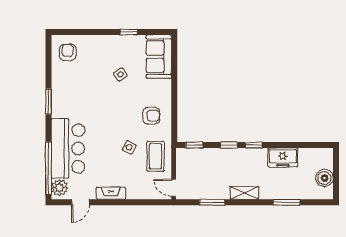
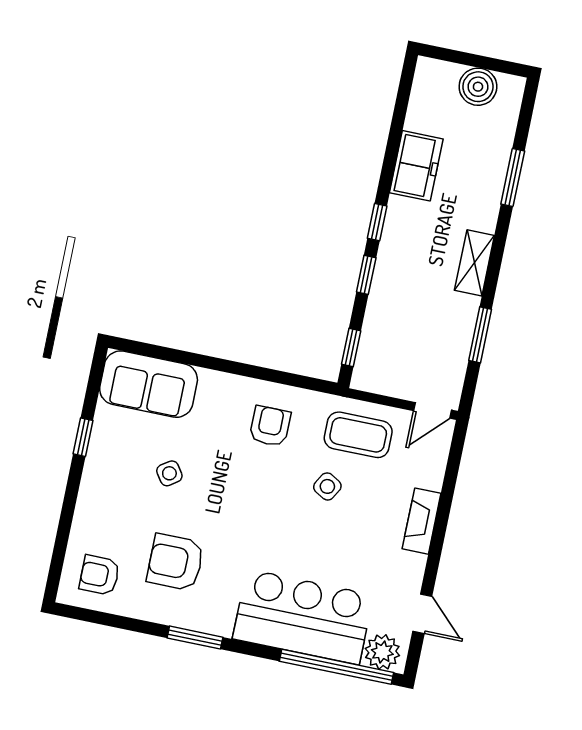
armchair: (81, 86) -> (175, 562), added
fireplace: (111, 193) -> (422, 521), moved

